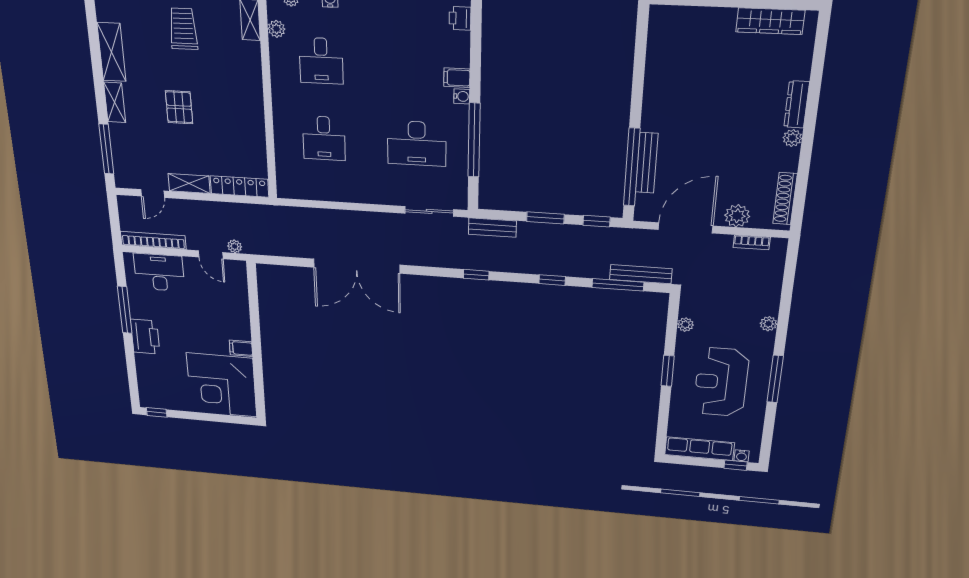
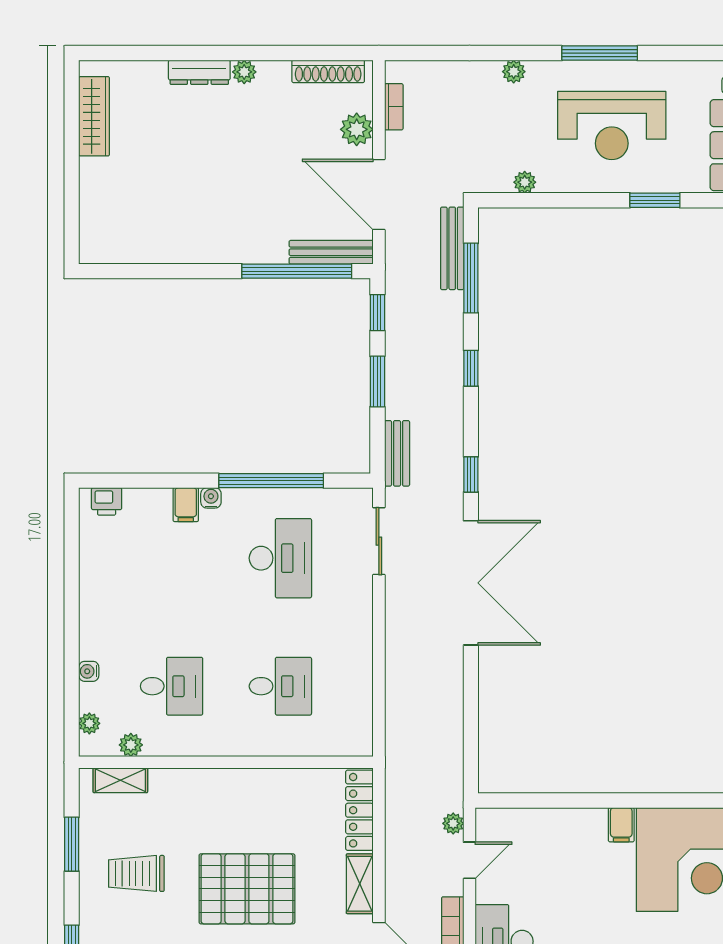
pallet: (179, 107) -> (247, 889), width x2.05, depth x2.00
bench: (647, 163) -> (331, 252), moved
double door: (357, 266) -> (471, 583), moved
window: (668, 371) -> (655, 200), moved

